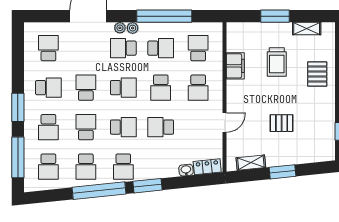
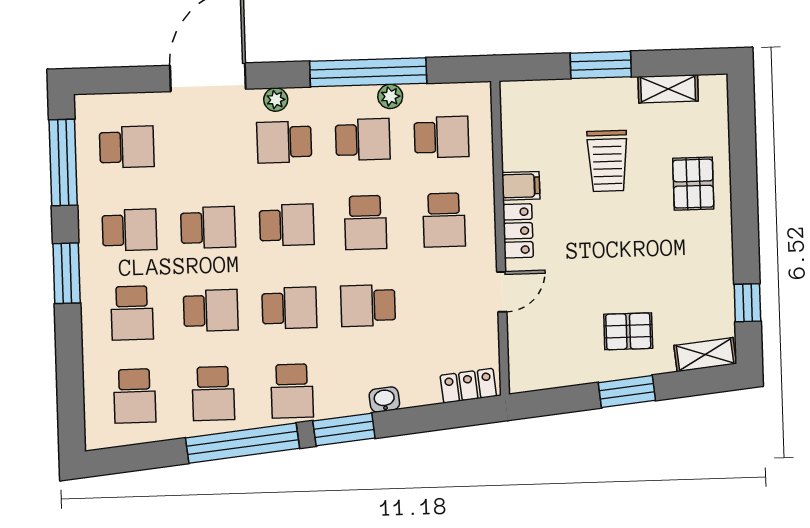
plant: (133, 28) -> (390, 96), moved
school desk: (48, 48) -> (127, 147), turned 90
school desk: (198, 48) -> (441, 137), turned 90
filing cabinet: (235, 66) -> (521, 186), width x0.50
school desk: (86, 88) -> (208, 227), turned 90
locker: (233, 94) -> (518, 231), added
pallet: (282, 123) -> (628, 331), moved
school desk: (86, 127) -> (211, 310), turned 90
window: (18, 157) -> (63, 162), moved
shelving: (251, 163) -> (705, 355), moved
washbasin: (186, 170) -> (384, 399), moved

